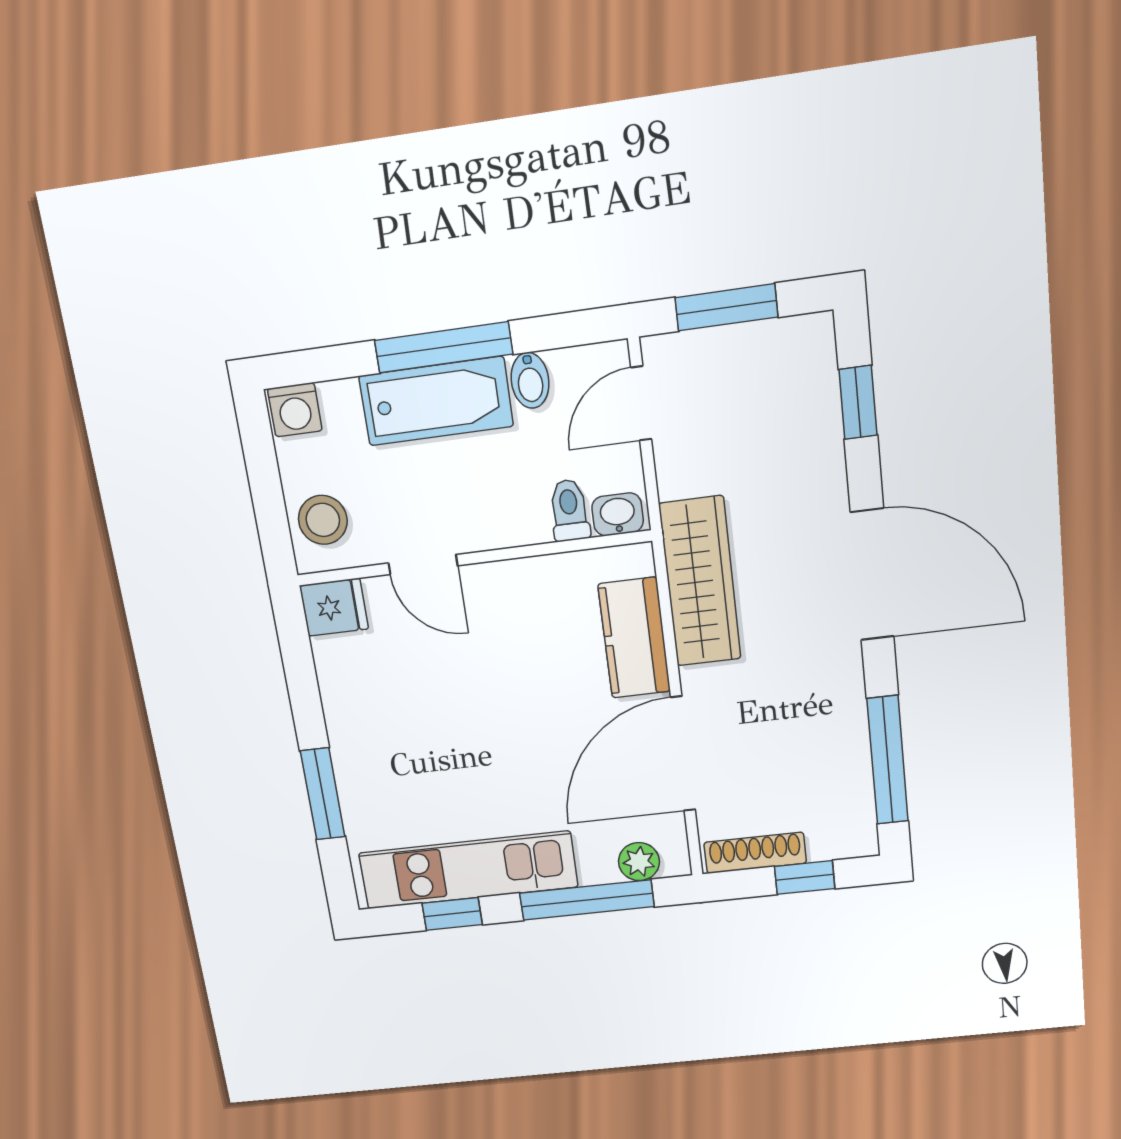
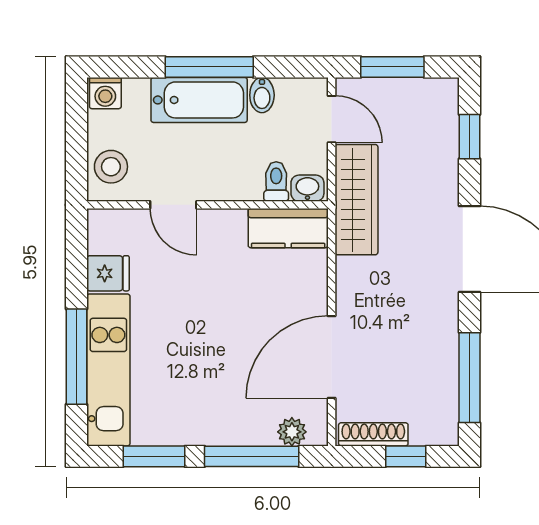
door: (641, 403) -> (332, 119), swing flipped
wardrobe: (700, 582) -> (356, 200), moved
fridge: (334, 607) -> (108, 273), moved
kitchen counter: (634, 638) -> (288, 228), moved, turned -90
window: (323, 794) -> (77, 357), width x1.44
kitchen unit: (468, 870) -> (108, 370), moved, turned 90
window: (452, 914) -> (154, 456), width x1.50

